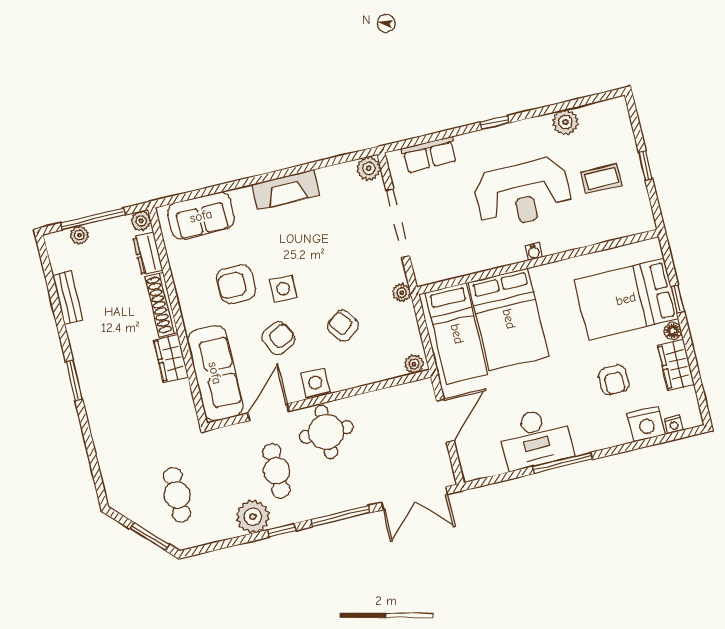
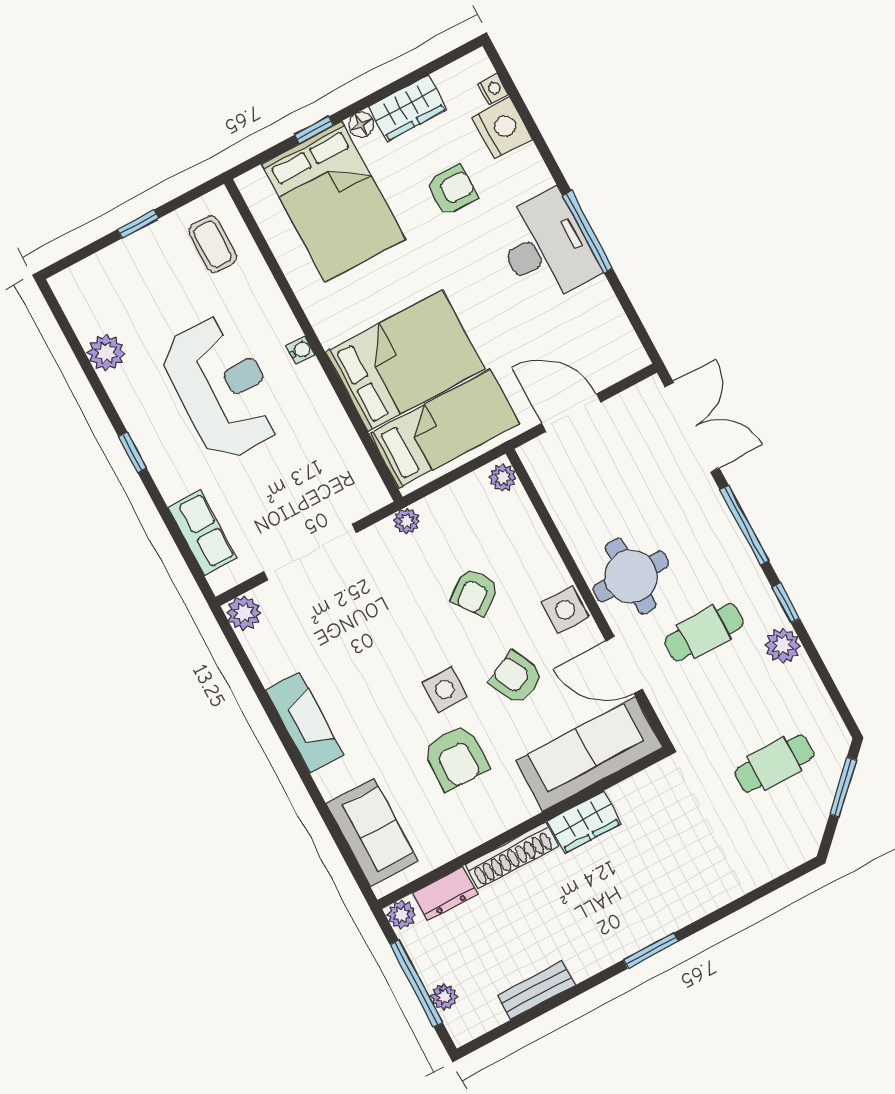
coffee table: (601, 179) -> (213, 244), moved
desk: (535, 438) -> (546, 247), moved
plant: (253, 517) -> (783, 646), width x0.73, depth x0.73

